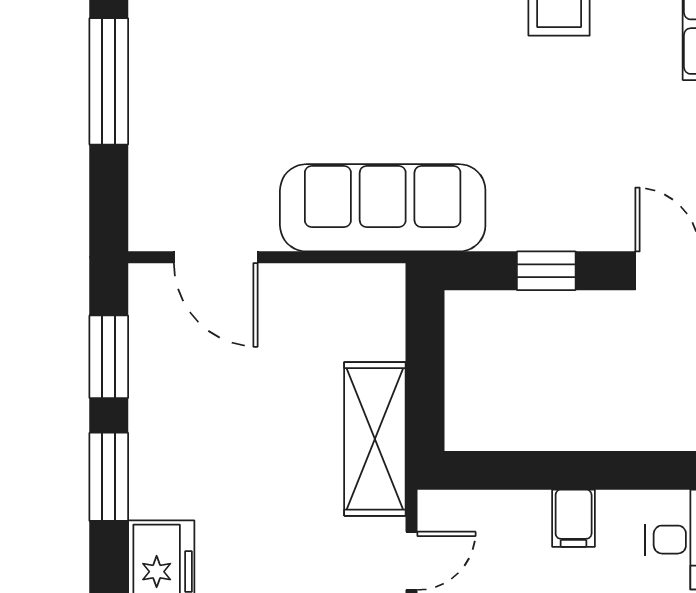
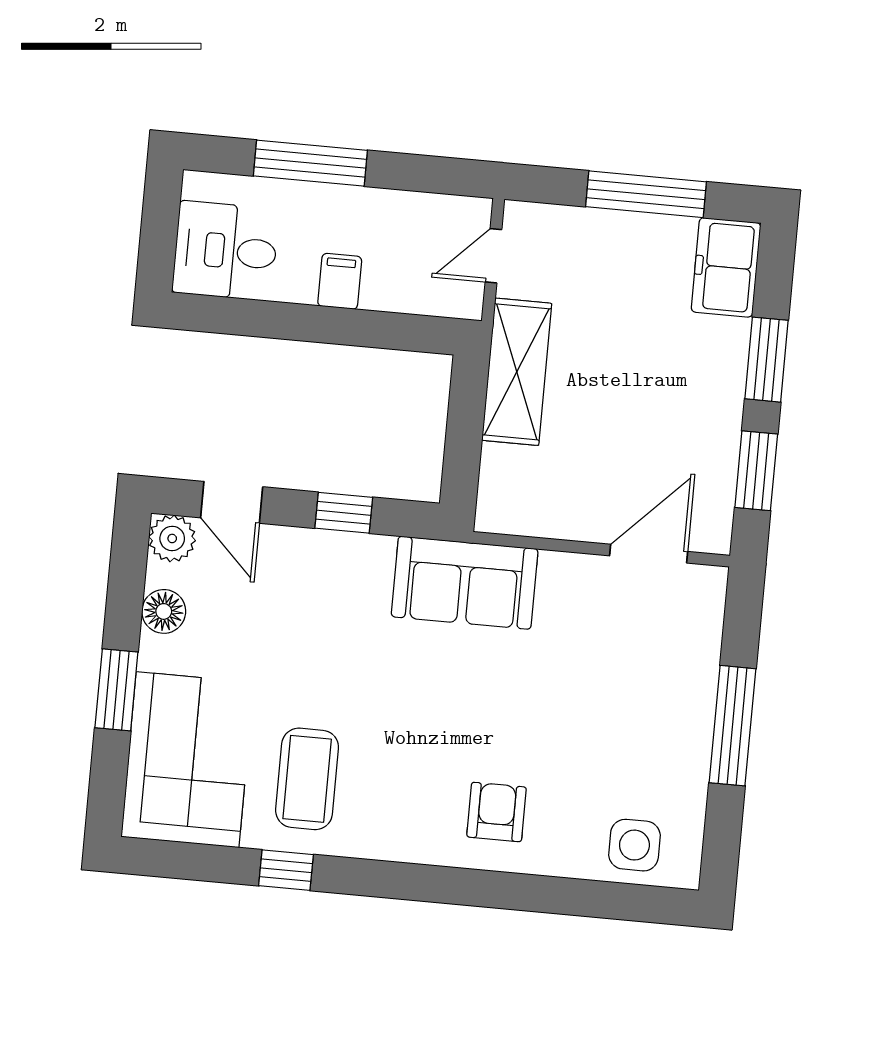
sofa: (383, 208) -> (465, 583), width x0.73
door: (216, 257) -> (649, 554), hinge flipped

